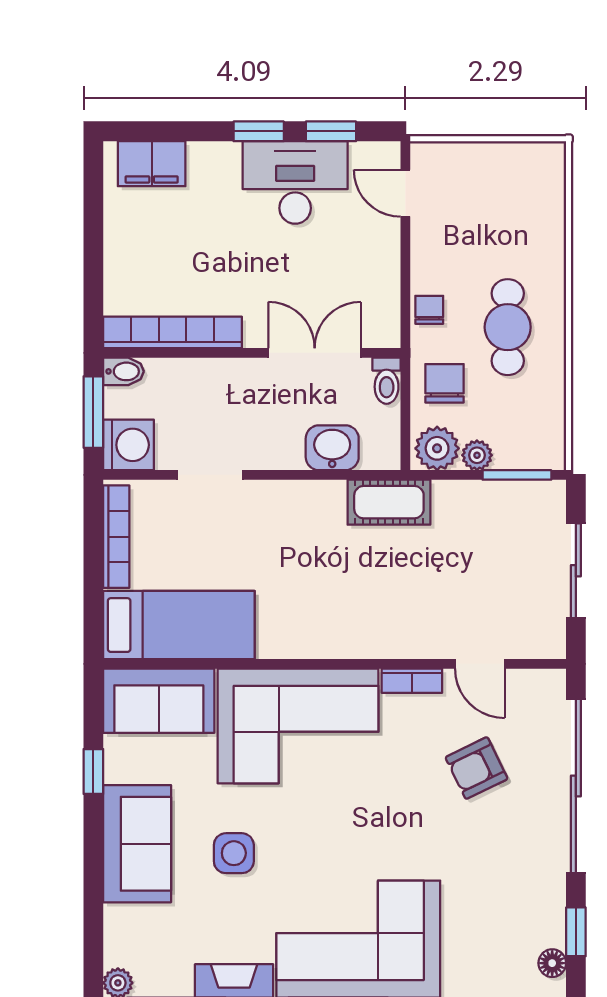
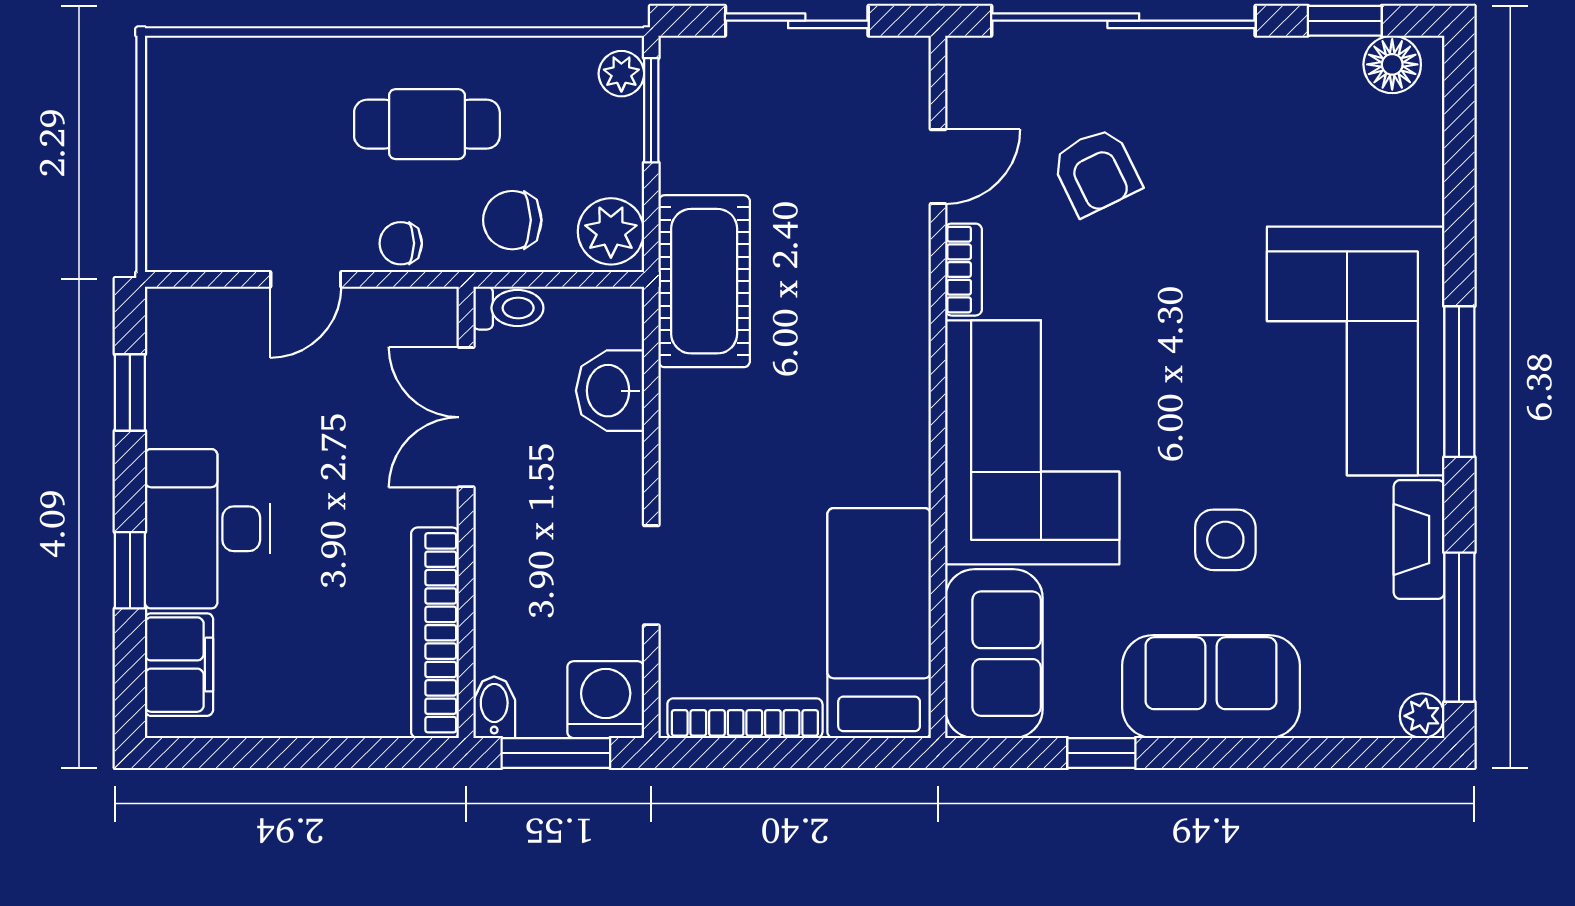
window: (259, 131) -> (130, 570), moved
desk: (295, 182) -> (207, 529), moved
door: (405, 193) -> (306, 279), moved
plant: (477, 455) -> (621, 74), moved
cot: (389, 502) -> (704, 281), width x1.37, depth x1.34
floor lamp: (552, 963) -> (1392, 64), width x1.37, depth x1.37

